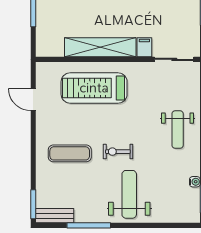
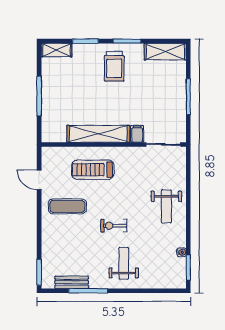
treadmill: (94, 88) -> (93, 170), width x0.73, depth x0.73
exercise mat: (70, 153) -> (67, 206), moved
weight bench: (129, 194) -> (124, 263), width x0.73, depth x0.75
bench: (55, 216) -> (72, 282), moved

